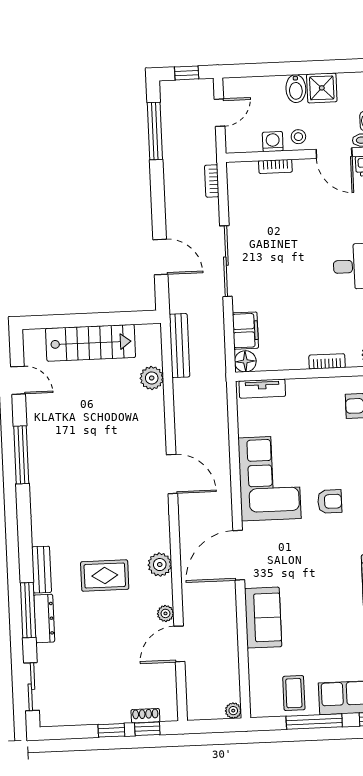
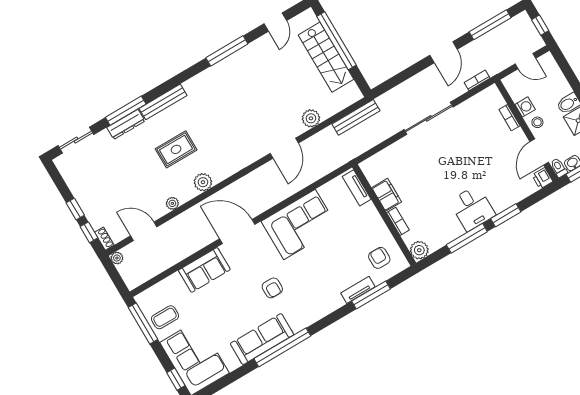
door: (160, 257) -> (443, 52), moved
window: (78, 320) -> (337, 41), added
filing cabinet: (245, 331) -> (387, 195), moved, turned -90
floor lamp: (245, 361) -> (369, 167), removed
plant: (152, 378) -> (311, 118), moved
door: (172, 474) -> (284, 148), moved
armchair: (330, 501) -> (272, 288), moved
bench: (42, 570) -> (163, 102), width x1.36
rug: (105, 576) -> (176, 149), turned 90
door: (179, 644) -> (144, 231), moved
plant: (233, 711) -> (117, 258), moved
shoe rack: (145, 716) -> (104, 239), moved
window: (314, 721) -> (143, 323), moved

